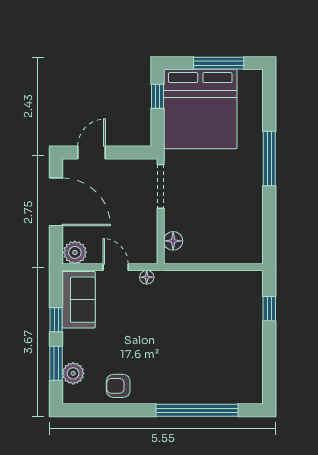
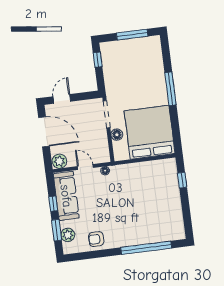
bed: (200, 109) -> (150, 132), moved, turned 180
floor lamp: (173, 241) -> (117, 135), moved
sofa: (79, 300) -> (66, 196), width x1.36

